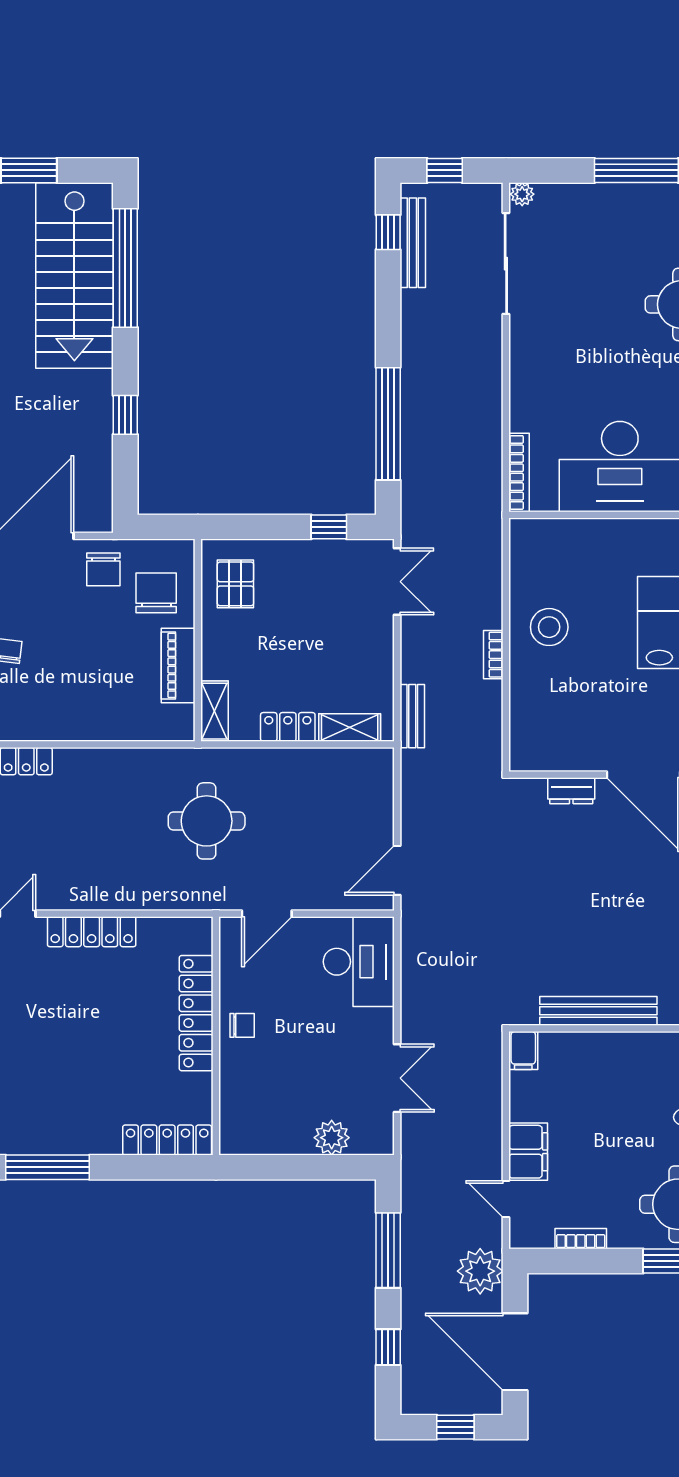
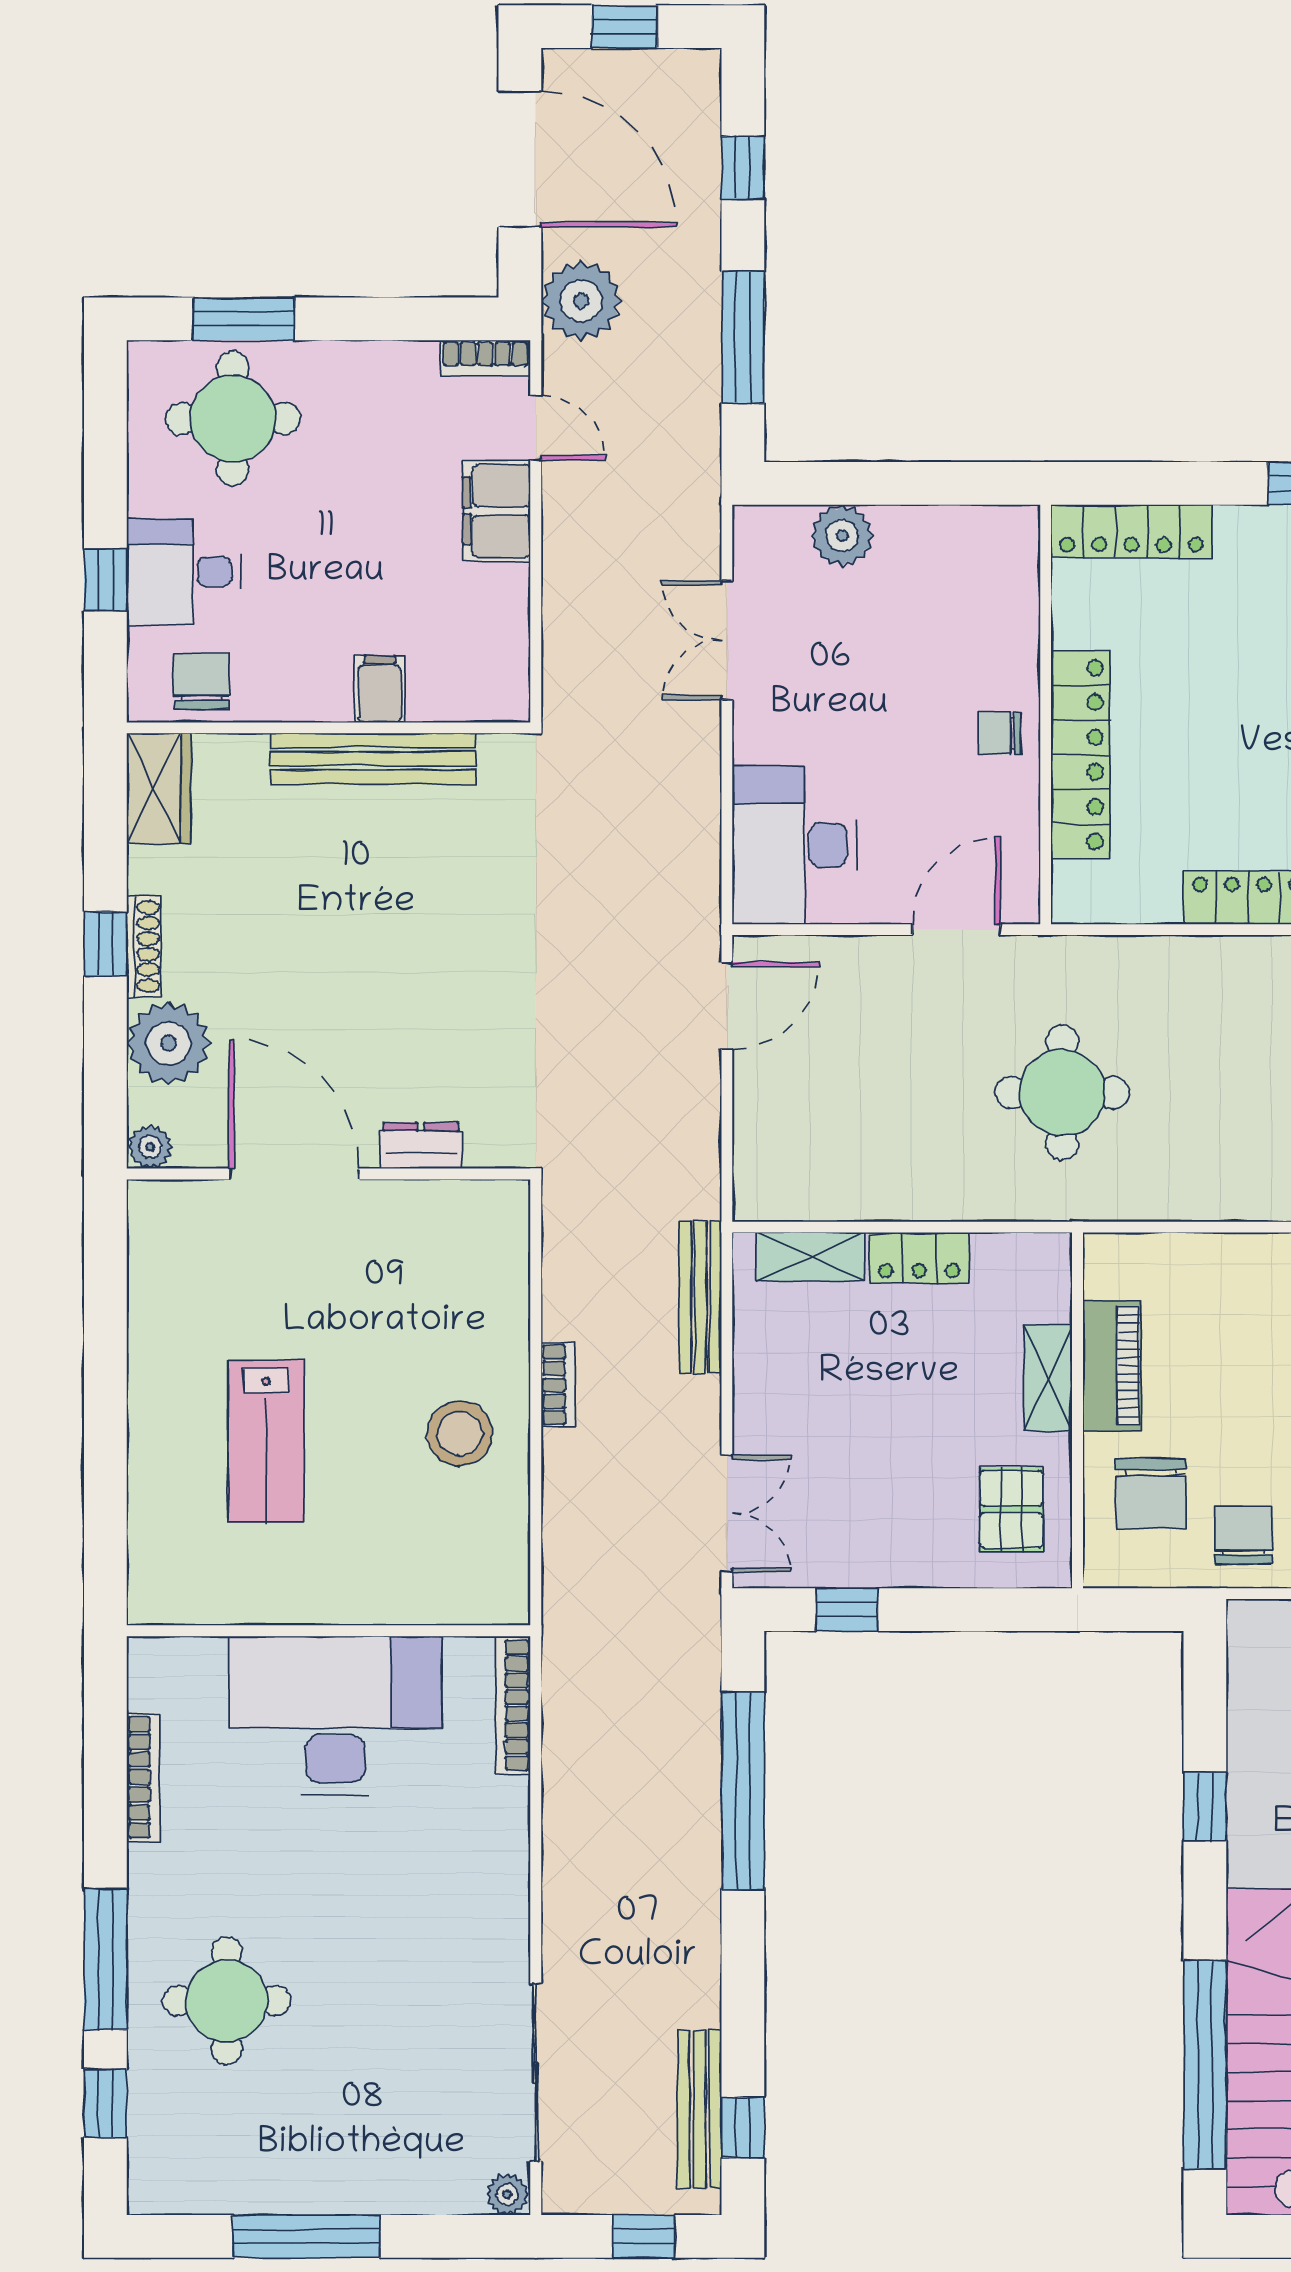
double door: (397, 582) -> (727, 1513), swing flipped
shelving: (214, 711) -> (1048, 1378), moved
bench: (412, 716) -> (700, 1297), width x1.36
filing cabinet: (523, 1050) -> (380, 689), moved
bookcase: (581, 1239) -> (485, 358), moved

